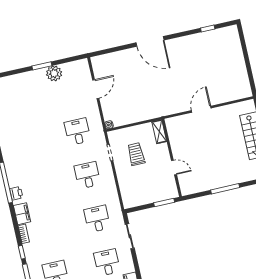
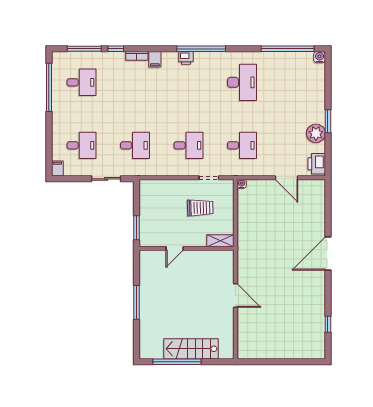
printer: (79, 67) -> (317, 164), added
desk: (26, 143) -> (242, 82), added
filing cabinet: (22, 214) -> (155, 59), width x0.50

